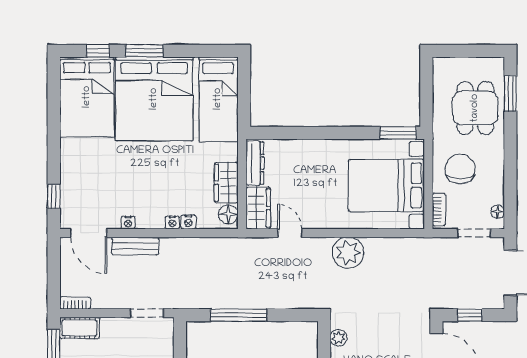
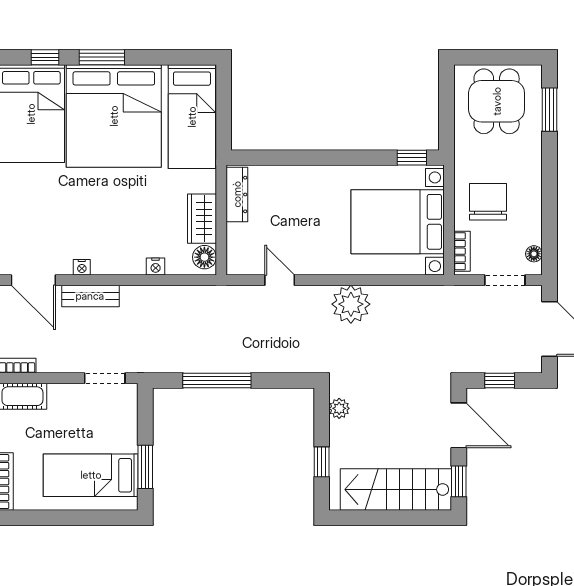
dining table: (475, 108) -> (497, 101), moved
window: (398, 133) -> (412, 158), width x0.67
wardrobe: (258, 208) -> (241, 250), removed
nightstand: (172, 222) -> (136, 267), removed

